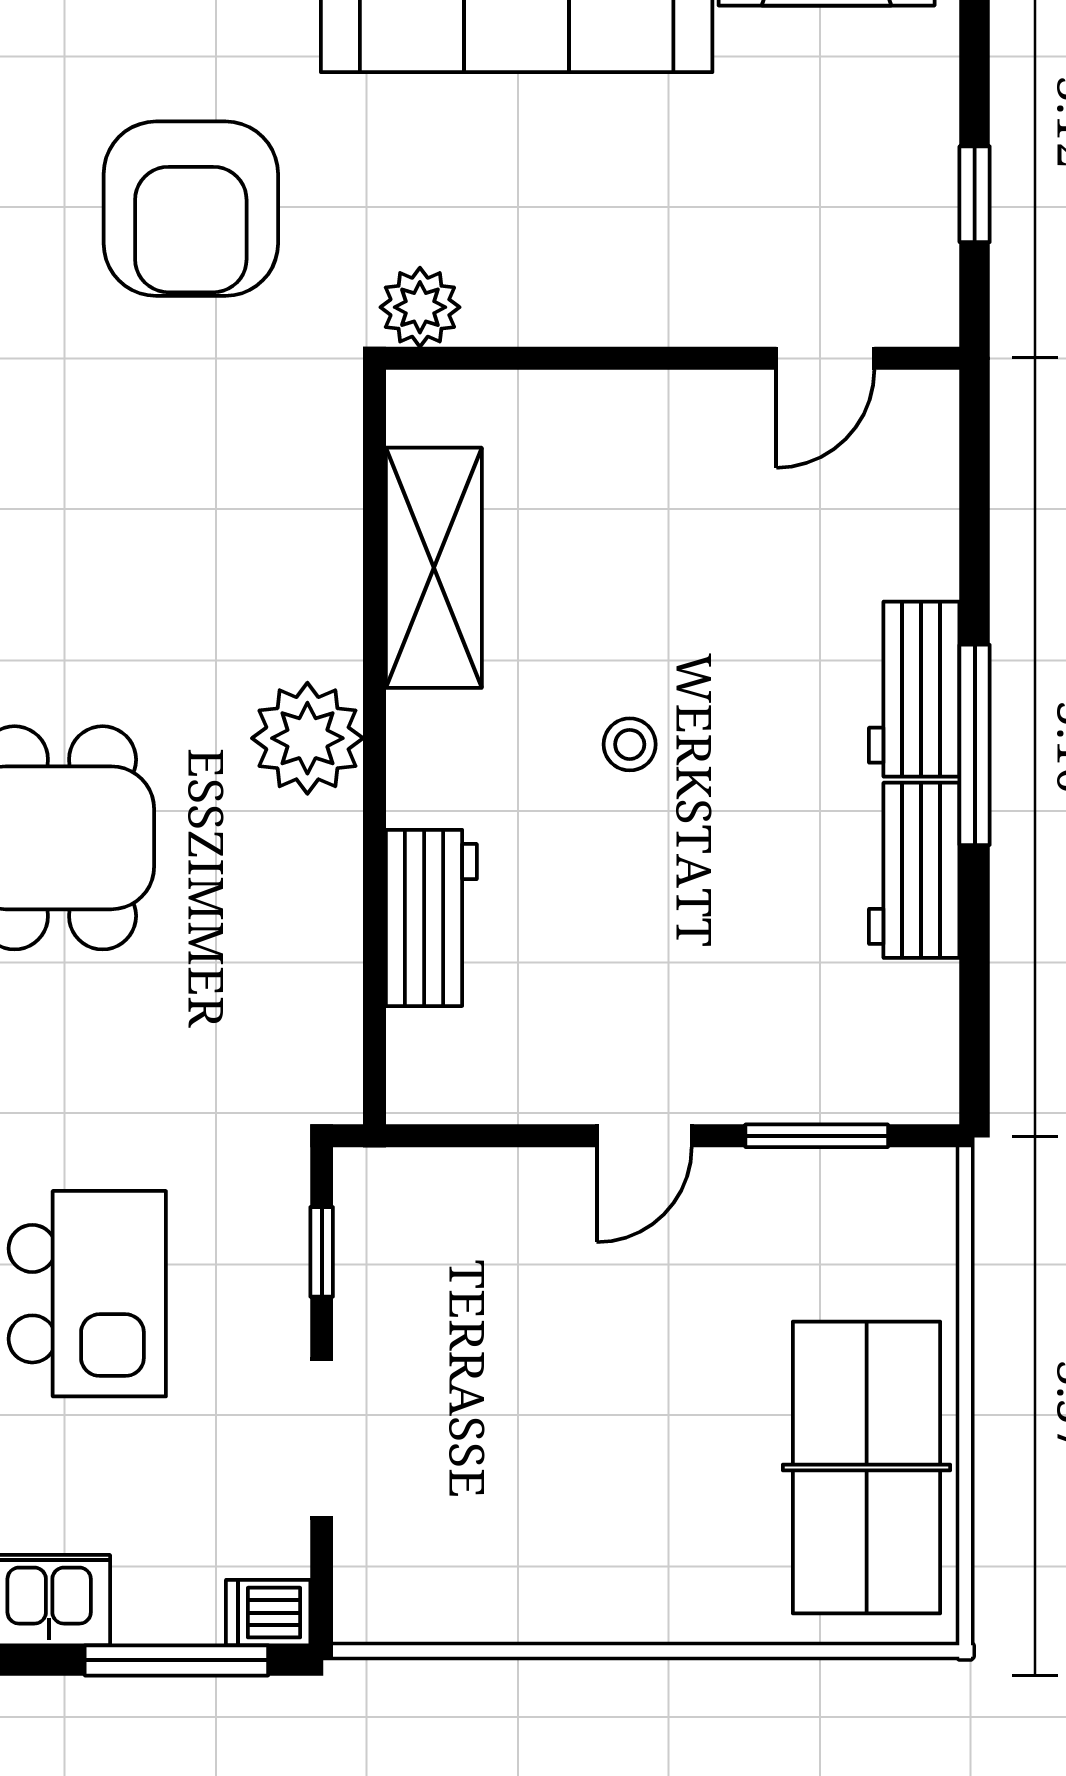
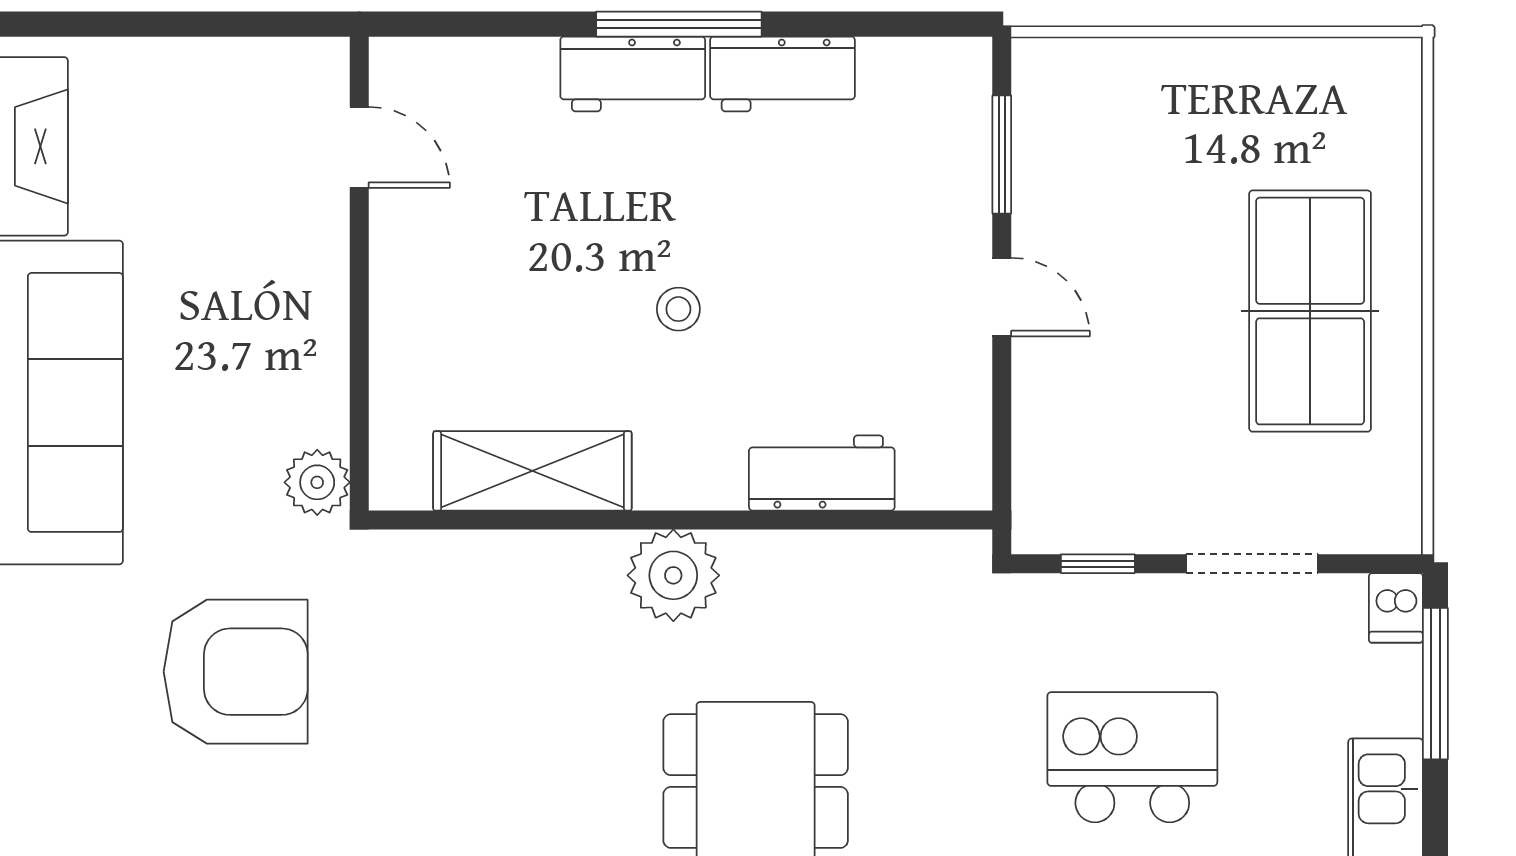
window: (975, 194) -> (224, 24), removed
table tennis table: (867, 1467) -> (1310, 311), moved, turned 90

